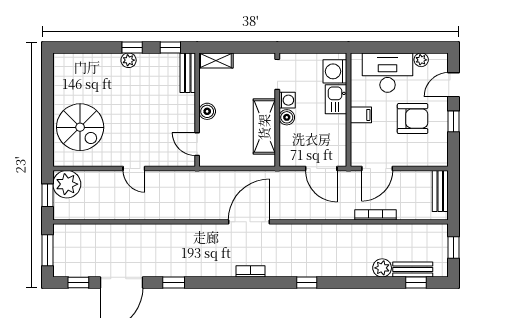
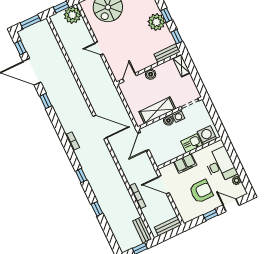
plant: (129, 60) -> (156, 22), width x1.88, depth x1.88
filing cabinet: (361, 115) -> (185, 163), width x2.00
armchair: (413, 119) -> (201, 191), turned -90
door: (134, 169) -> (99, 48), hinge flipped
door: (321, 169) -> (143, 142), moved
plant: (382, 268) -> (109, 214), removed
bench: (413, 270) -> (142, 230), moved
window: (416, 282) -> (97, 209), moved

